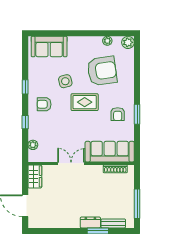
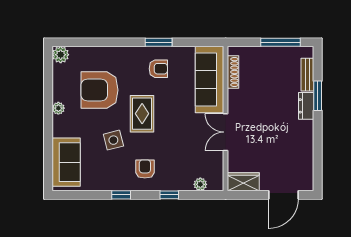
plant: (107, 41) -> (58, 108), moved
armchair: (102, 71) -> (99, 90), turned -82
armchair: (44, 104) -> (145, 169), turned 180

